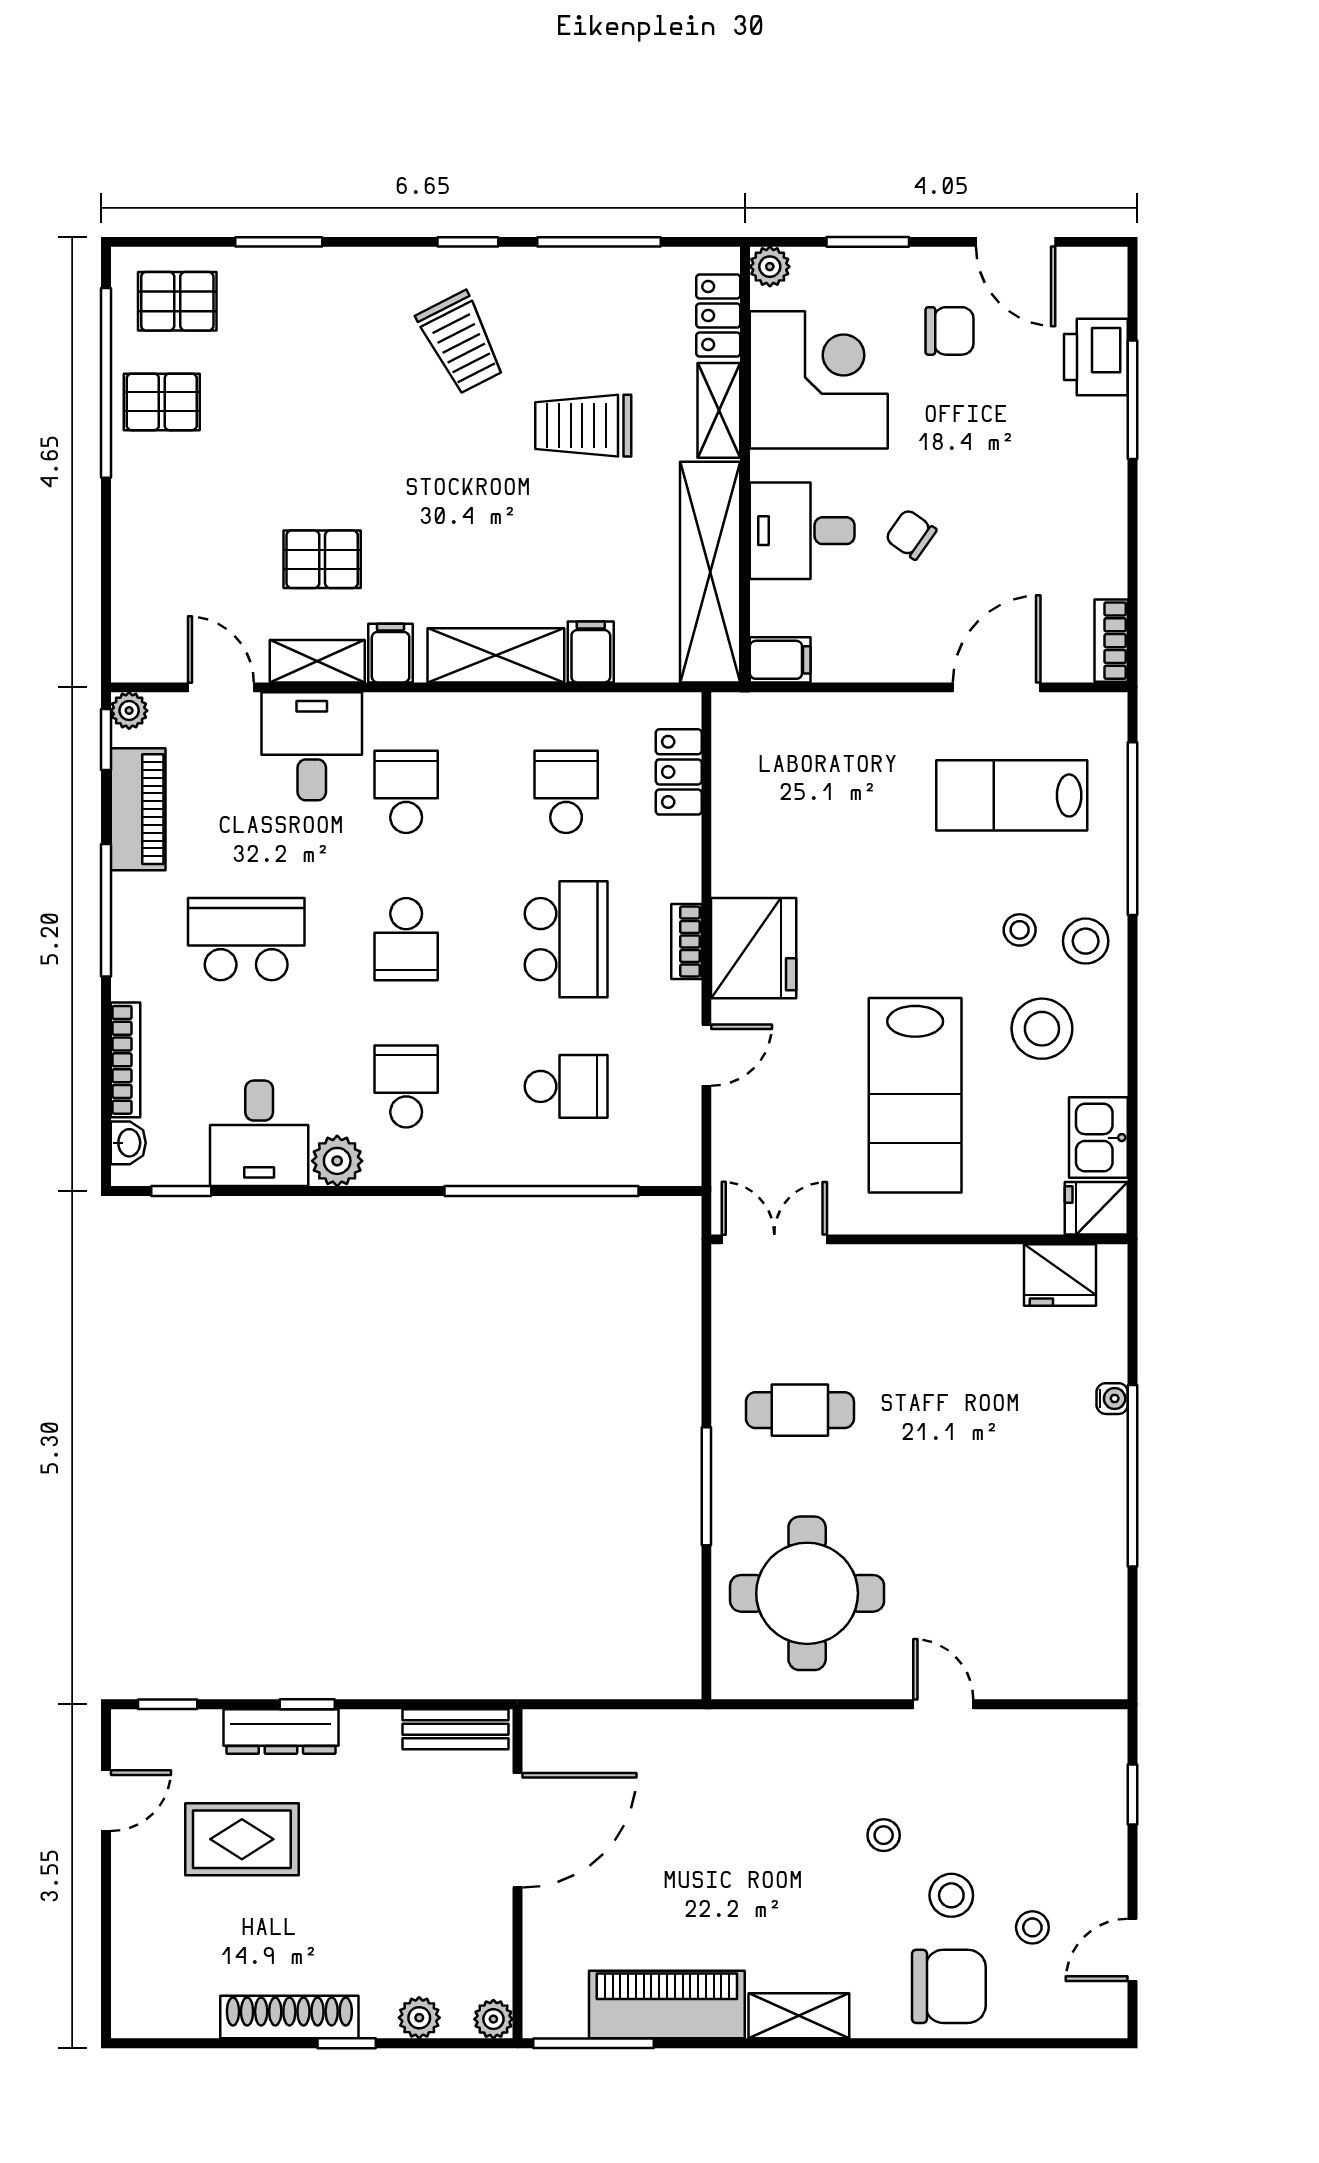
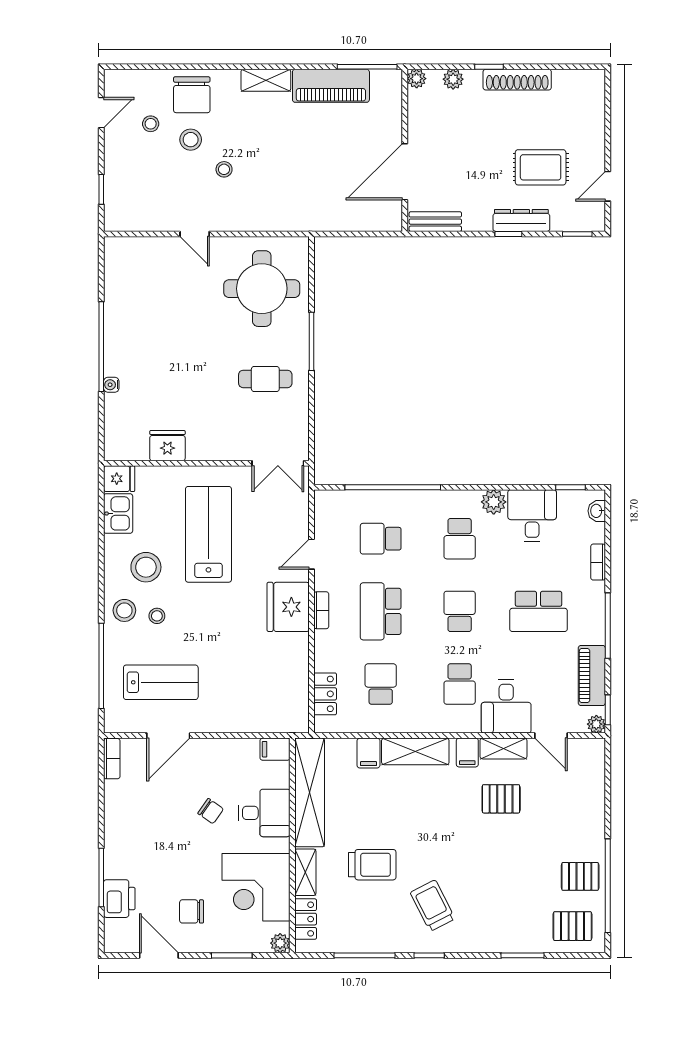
school desk: (566, 792) -> (381, 684), turned 180
bookcase: (125, 1060) -> (598, 562), width x0.64
fridge: (1060, 1275) -> (167, 446), moved
chair: (949, 1986) -> (192, 95), turned -90

